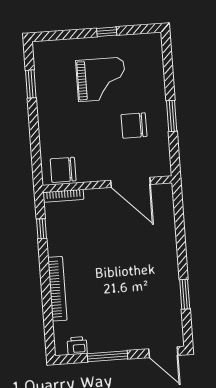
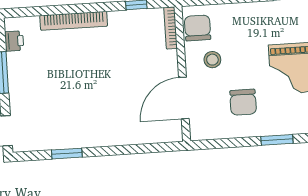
window: (172, 116) -> (277, 140), moved
chair: (134, 125) -> (243, 102), turned 180
stool: (93, 155) -> (212, 60), added

